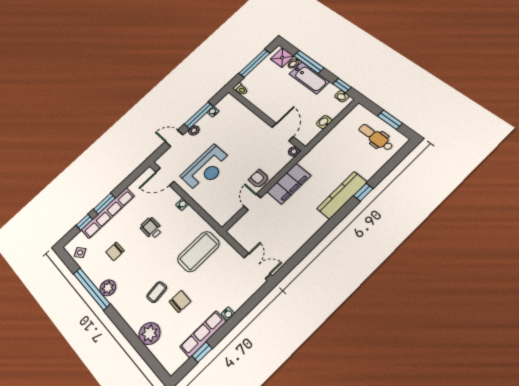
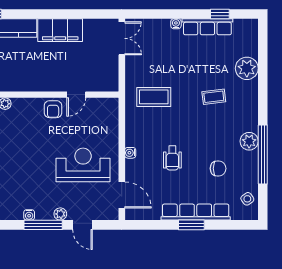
filing cabinet: (289, 184) -> (60, 30), moved, turned 180
window: (84, 222) -> (222, 225), removed
coffee table: (198, 252) -> (154, 97), width x0.73, depth x0.76
double door: (257, 266) -> (122, 38), swing flipped
chair: (180, 301) -> (203, 70), removed

